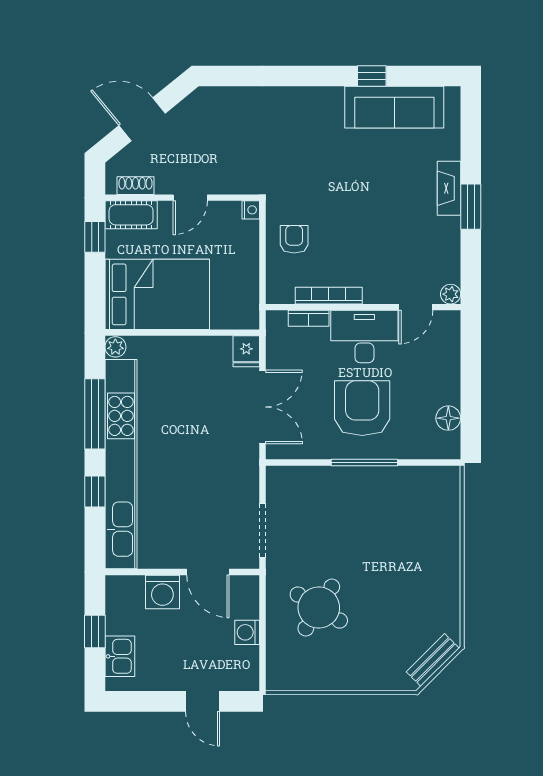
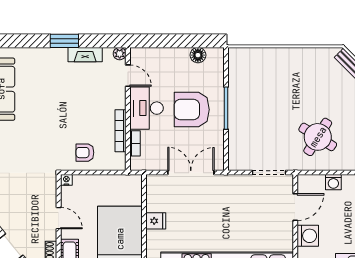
fireplace: (449, 188) -> (85, 55), moved
fridge: (246, 351) -> (156, 221), moved

